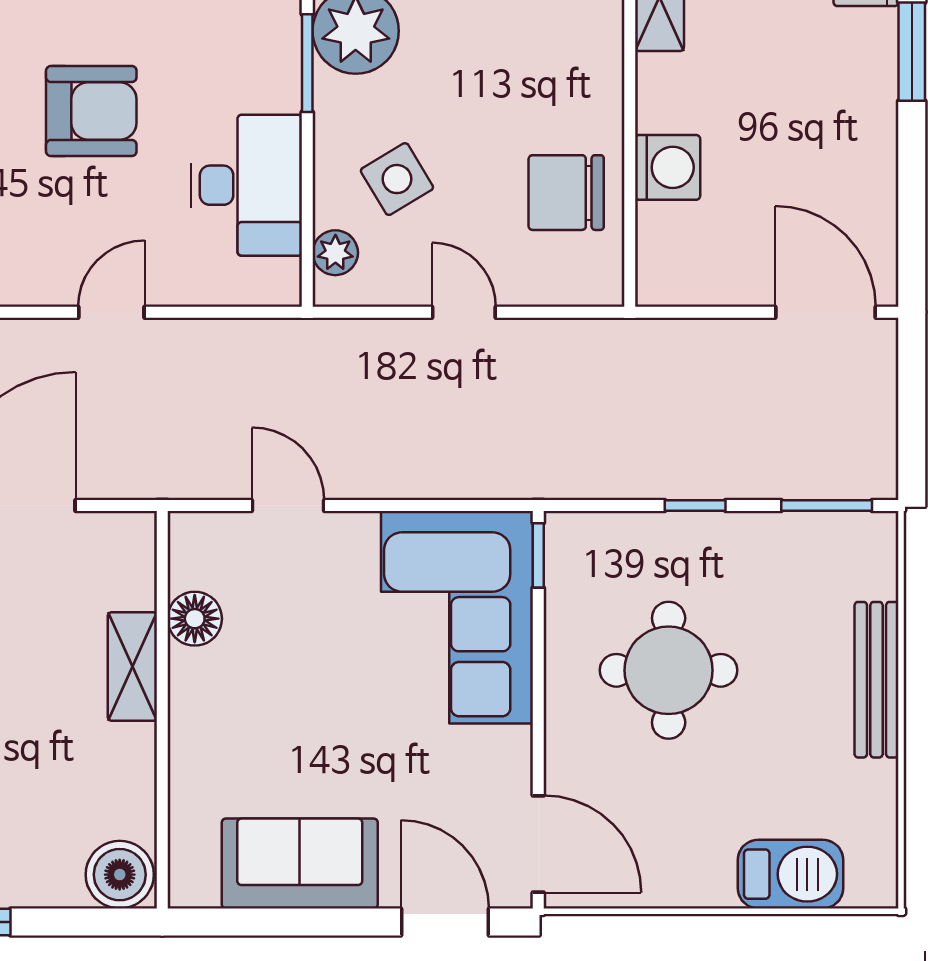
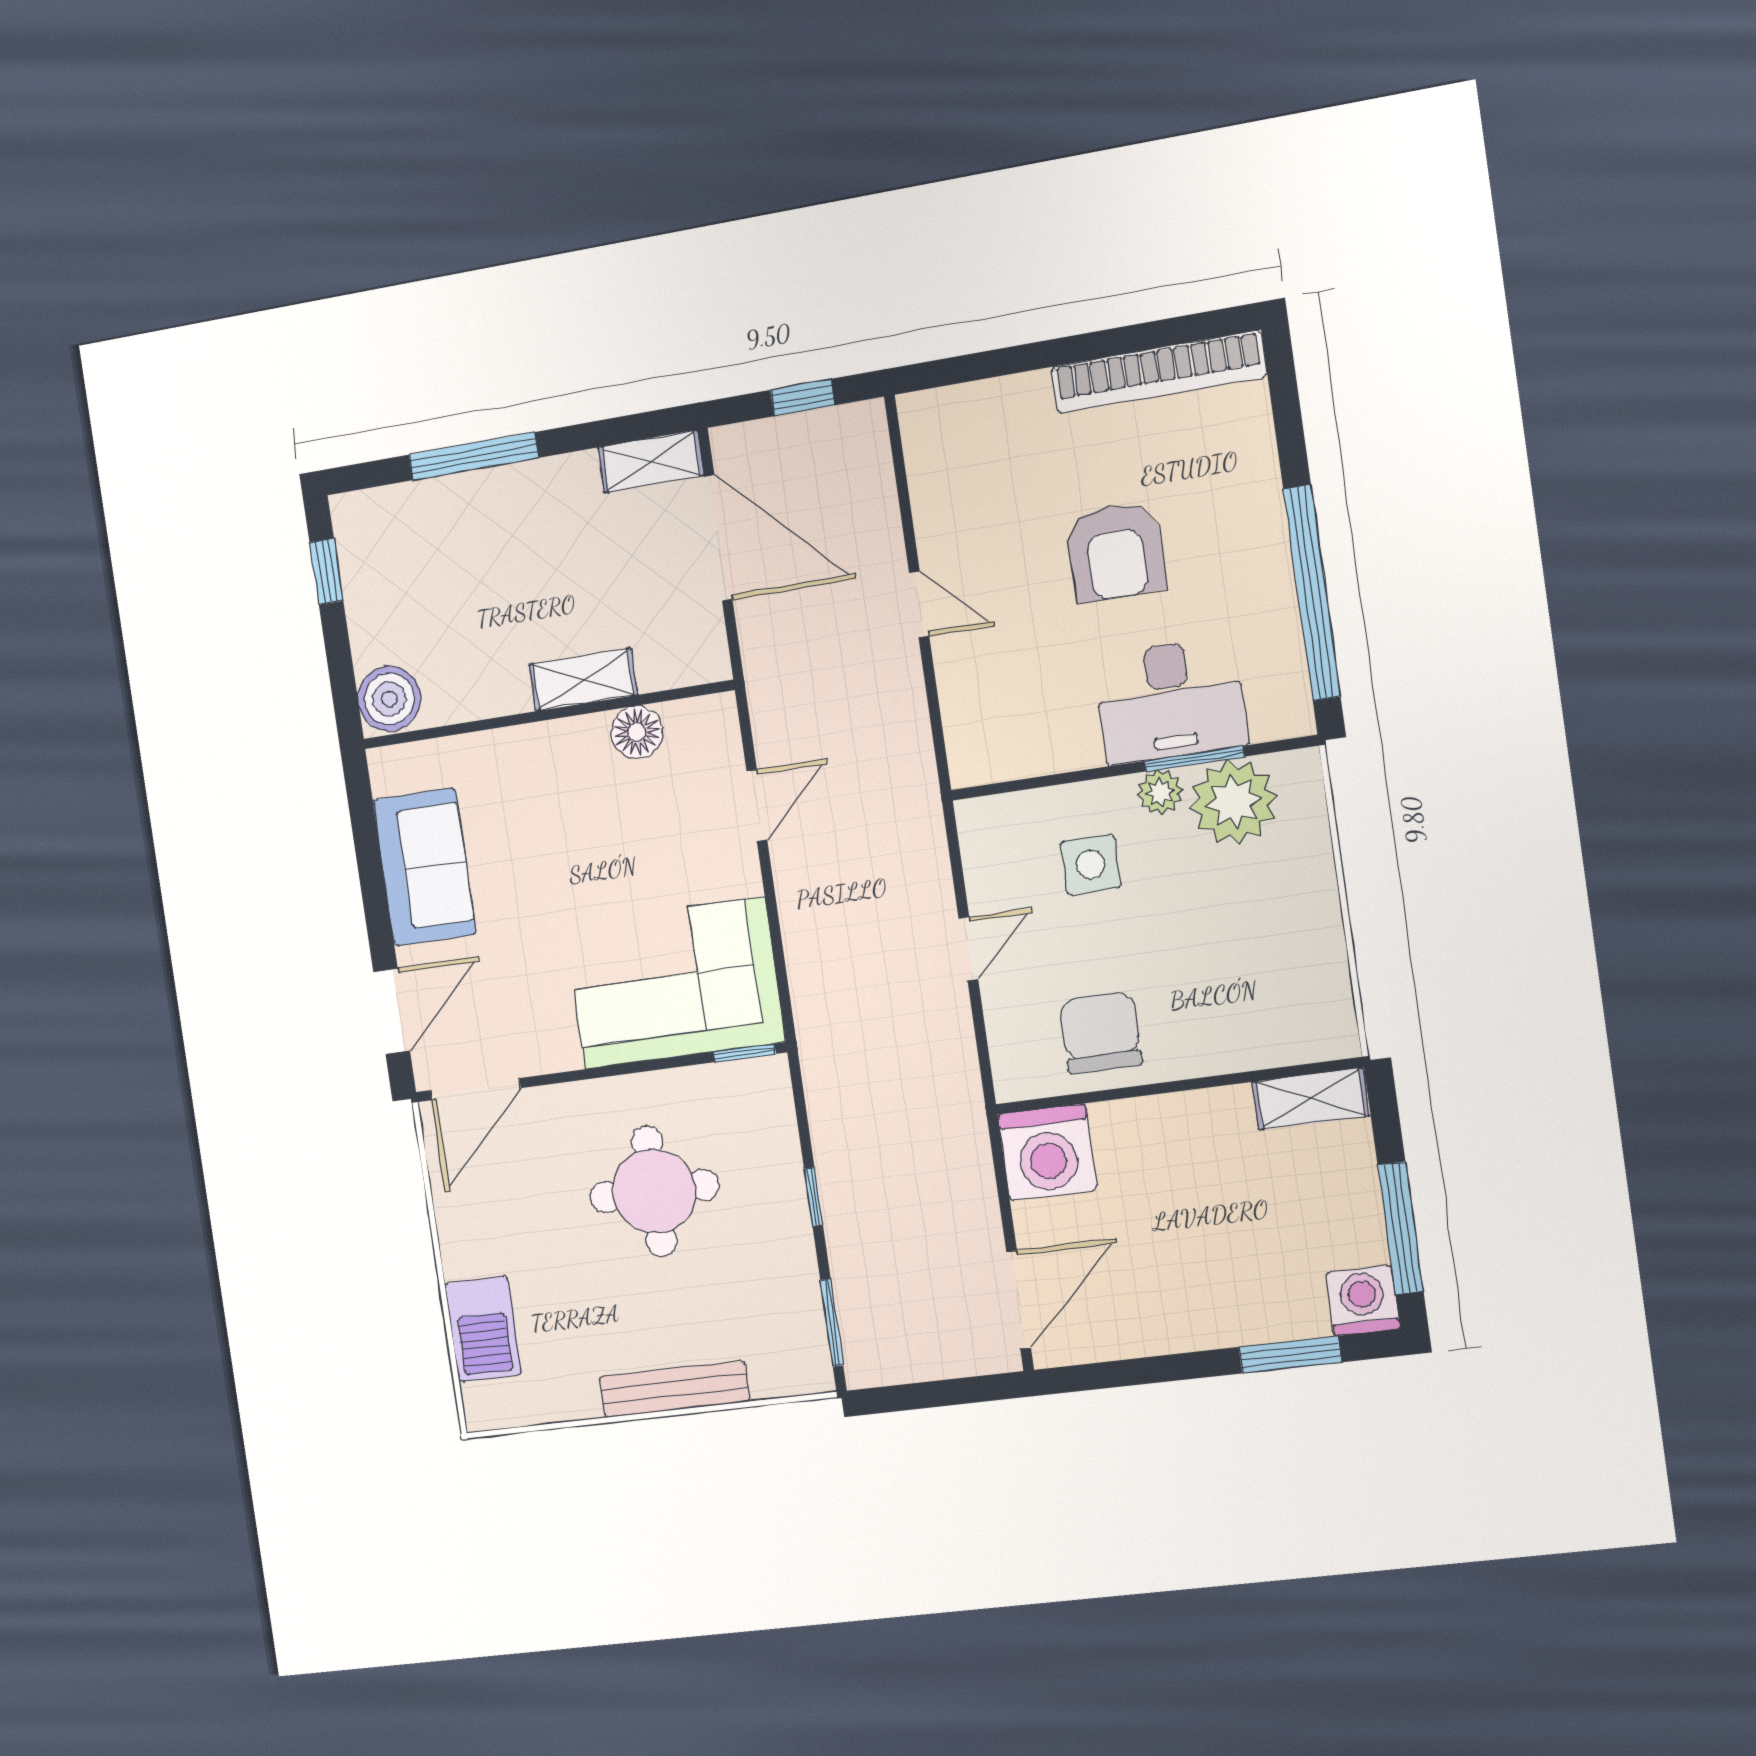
washing machine: (668, 167) -> (1047, 1152), moved, width x1.37, depth x1.37
side table: (397, 179) -> (1091, 865), turned 31
desk: (247, 185) -> (1170, 701), moved
plant: (335, 253) -> (1160, 792), moved

